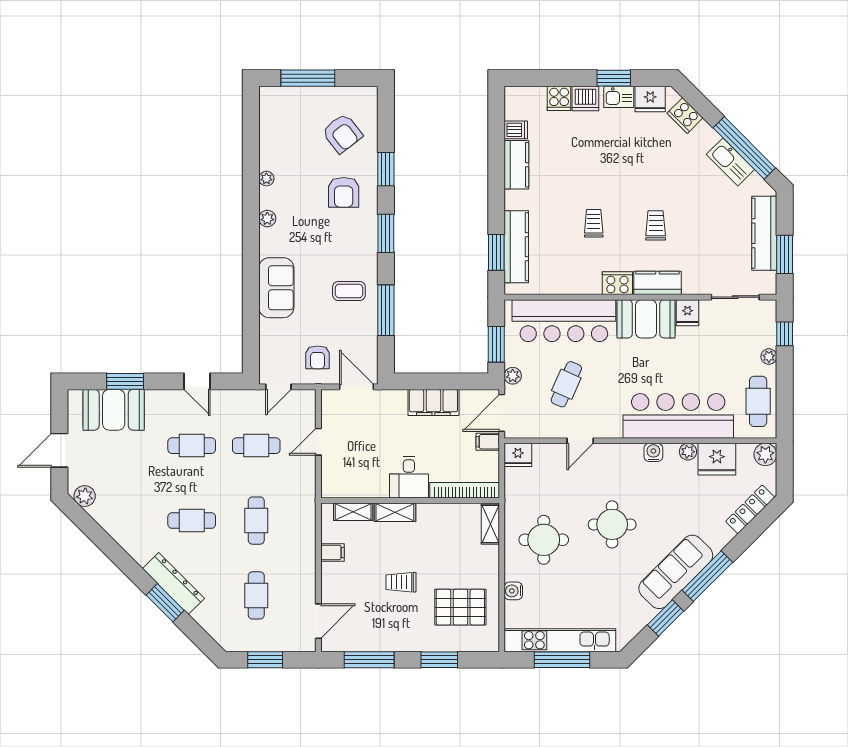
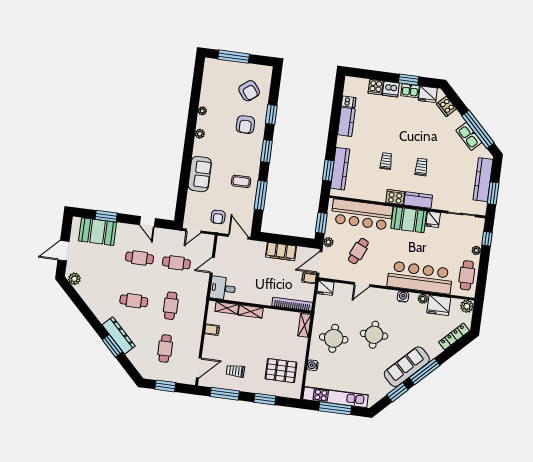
desk: (409, 477) -> (223, 288), moved, turned 90
trolley: (401, 582) -> (235, 371), moved

